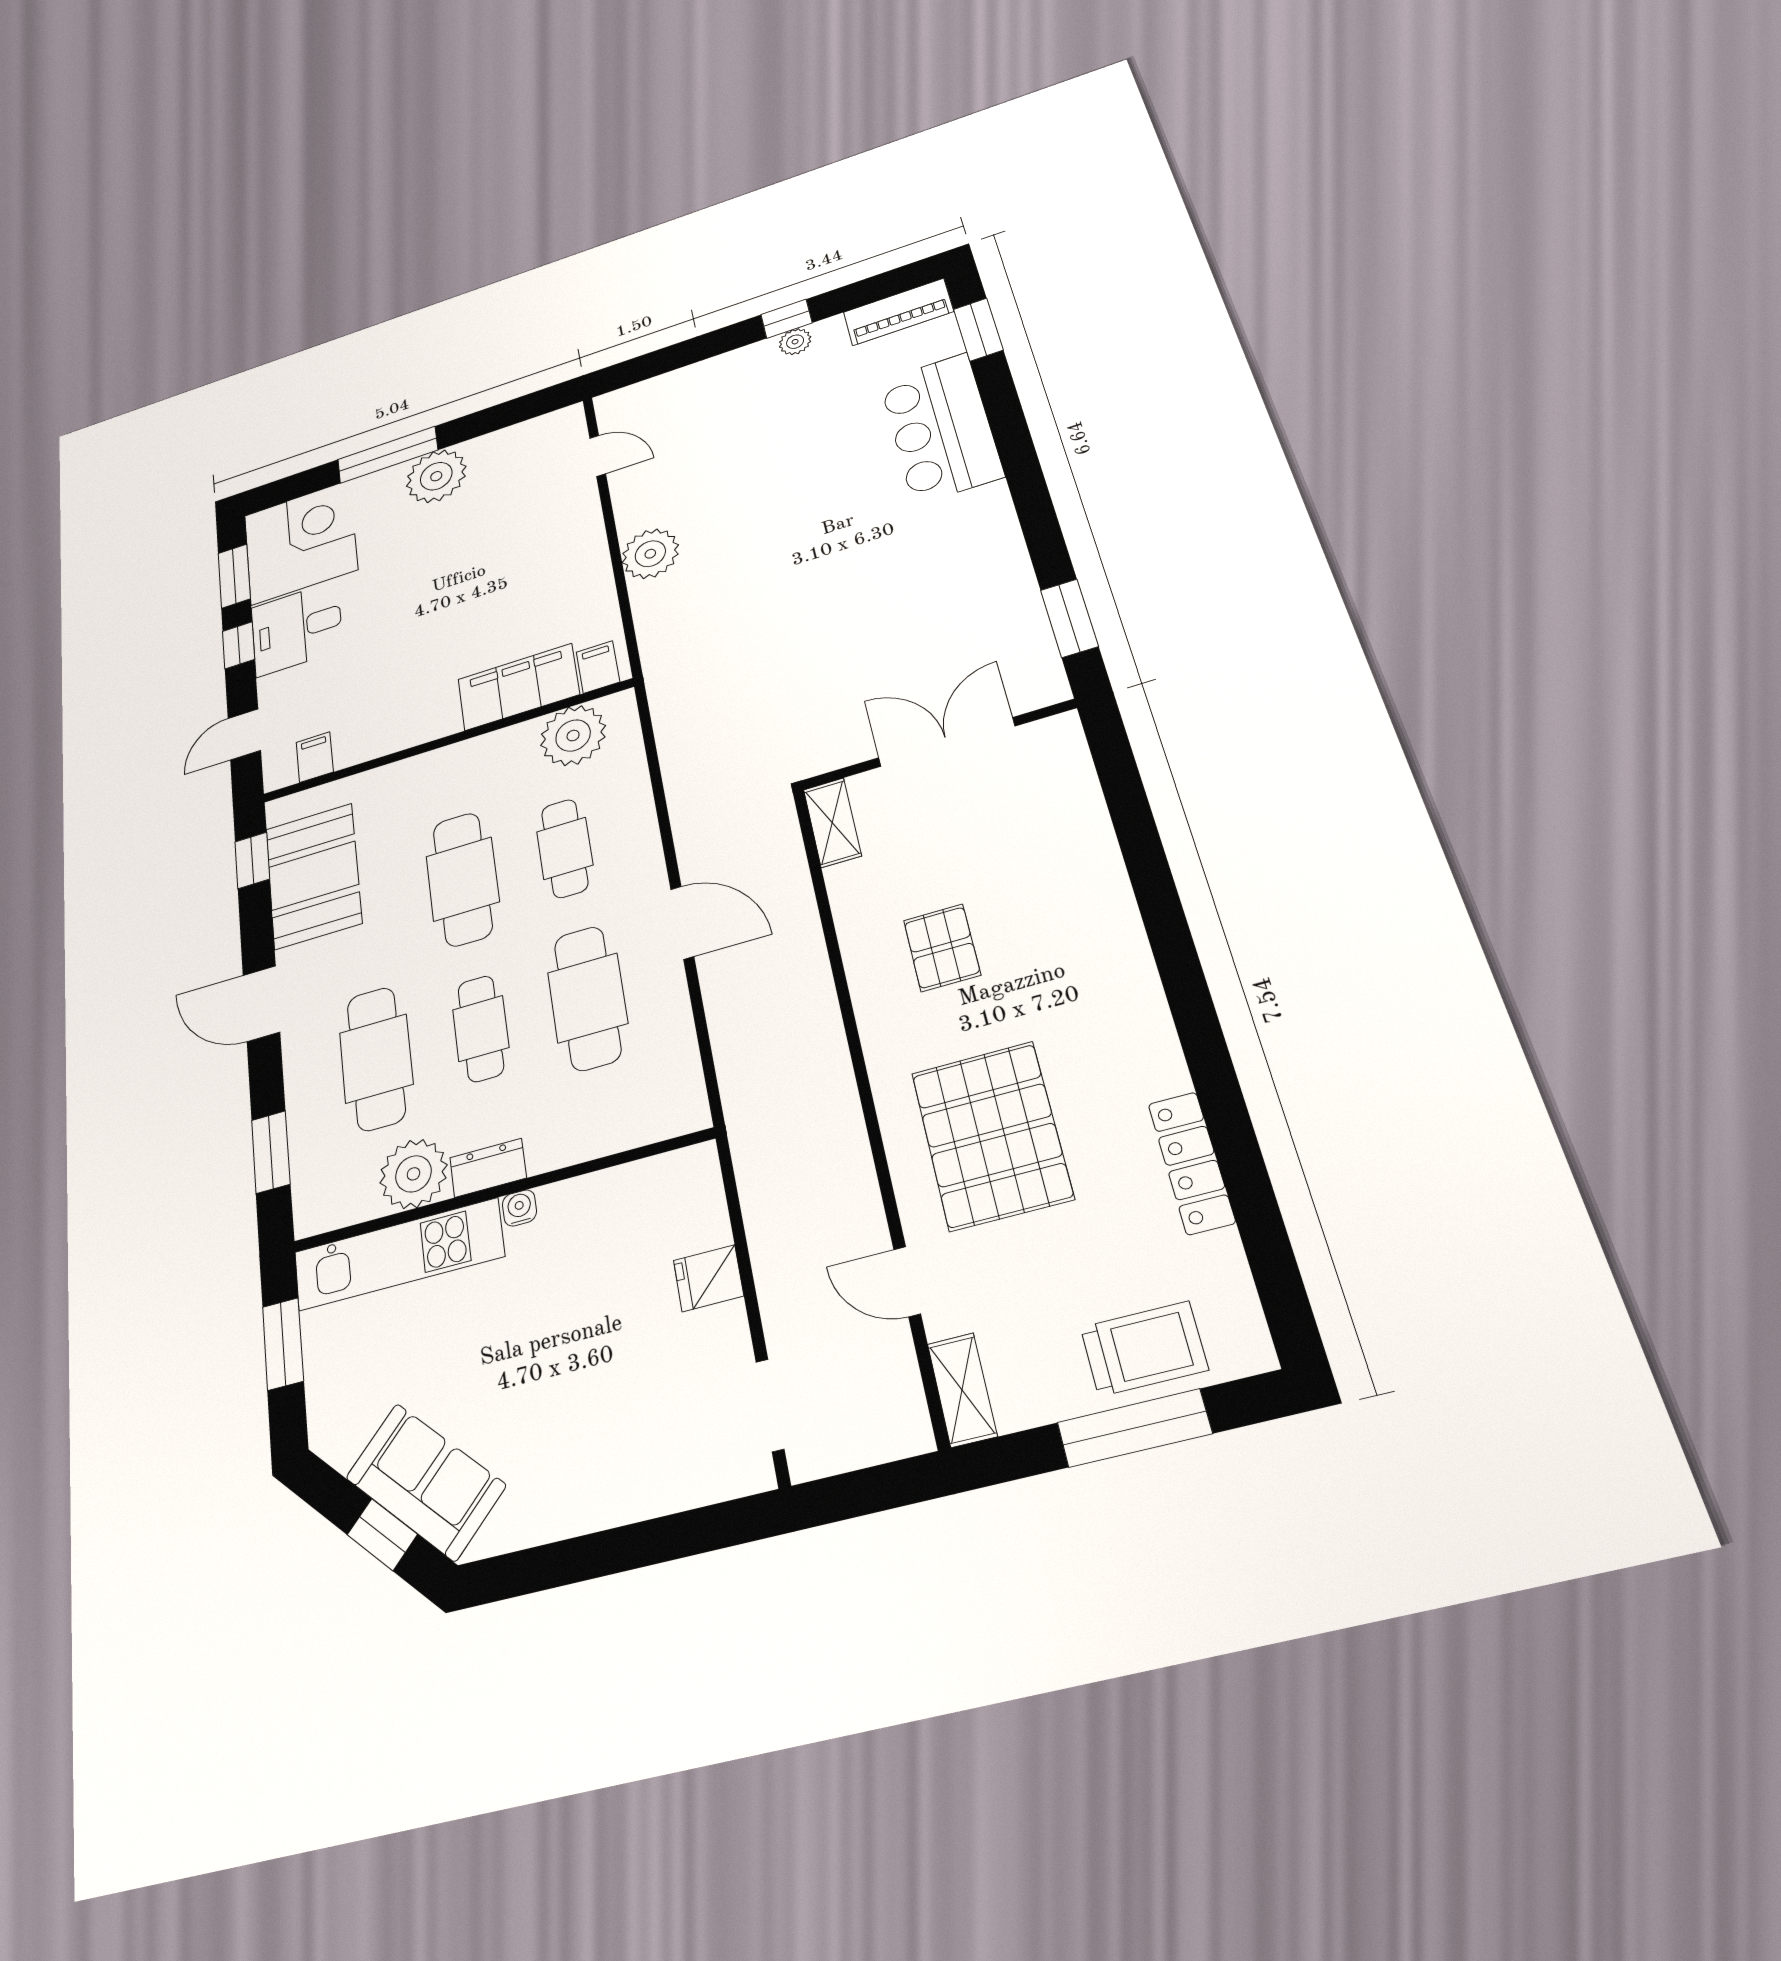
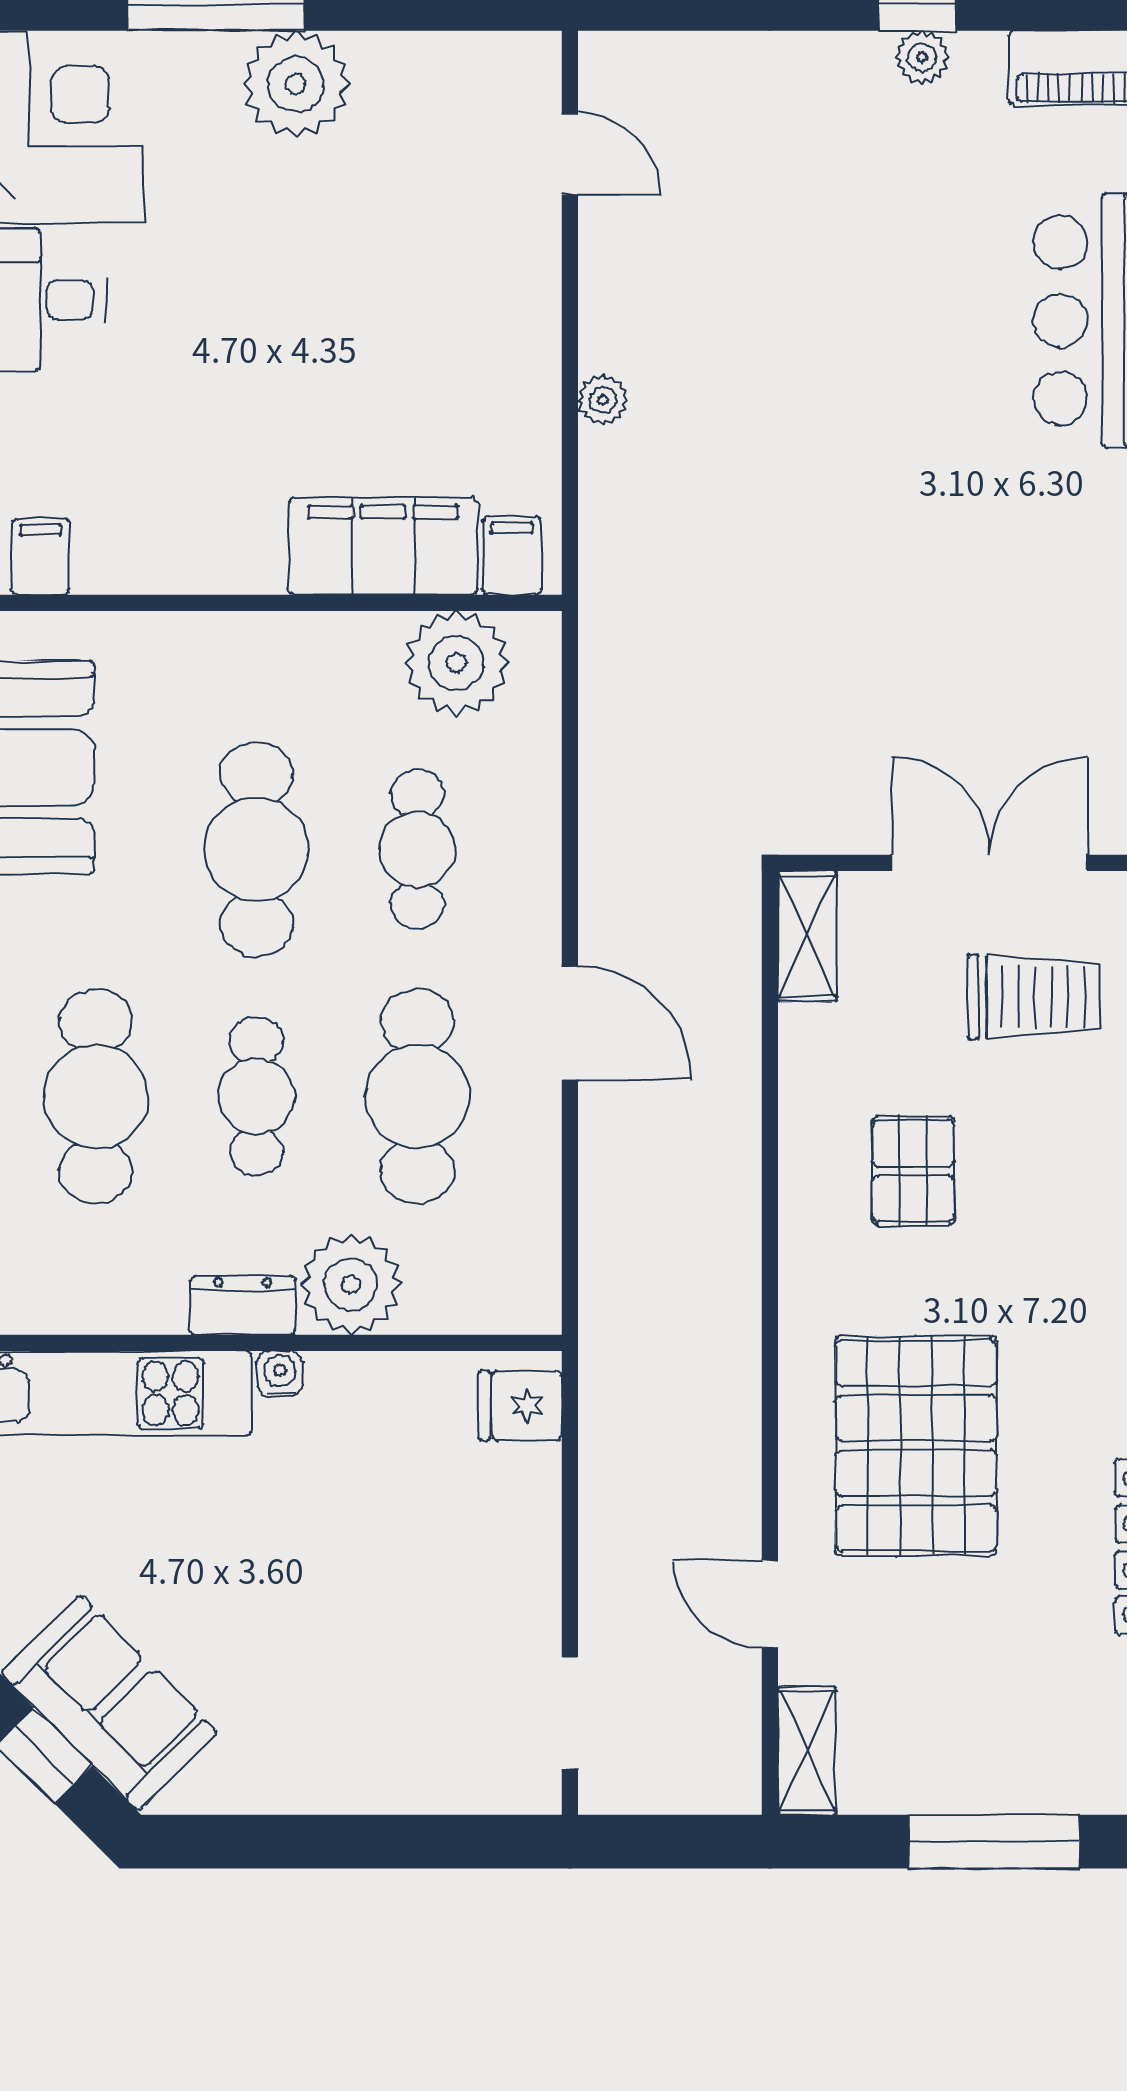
plant: (650, 554) -> (603, 400), width x0.53, depth x0.53
plant: (413, 1174) -> (351, 1285), moved
fridge: (708, 1278) -> (520, 1406), moved
trolley: (1144, 1349) -> (1034, 997), moved

